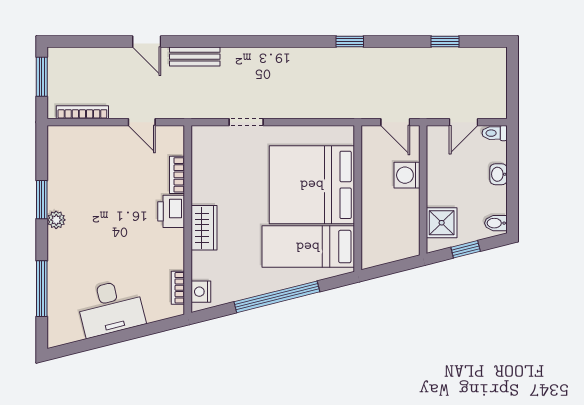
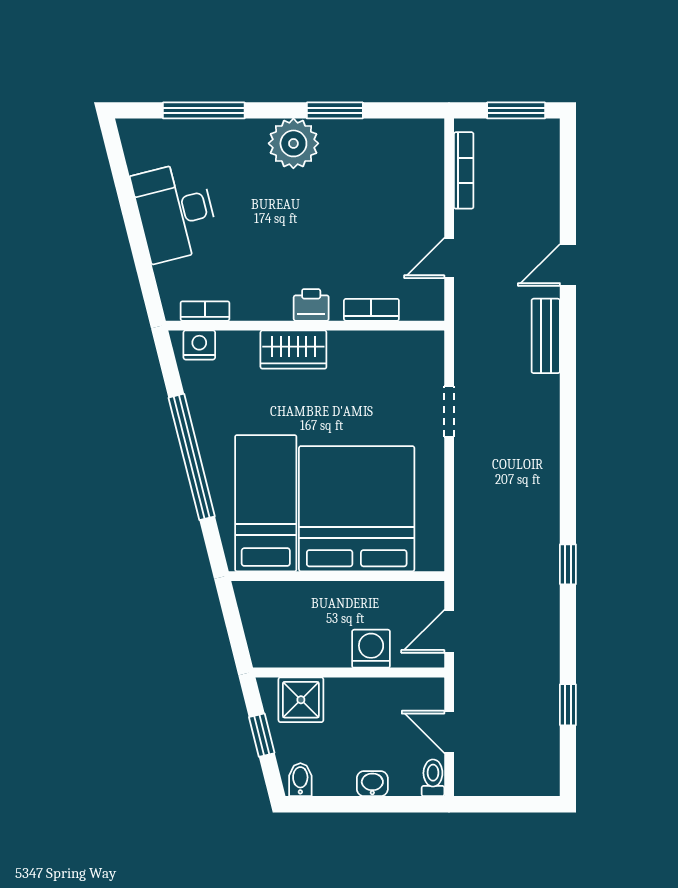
printer: (171, 211) -> (311, 305), width x0.73, depth x0.81
plant: (56, 220) -> (293, 143), width x1.88, depth x1.88

